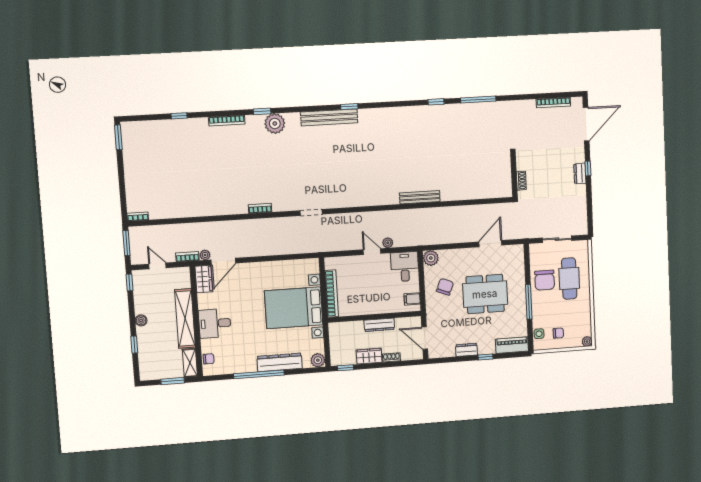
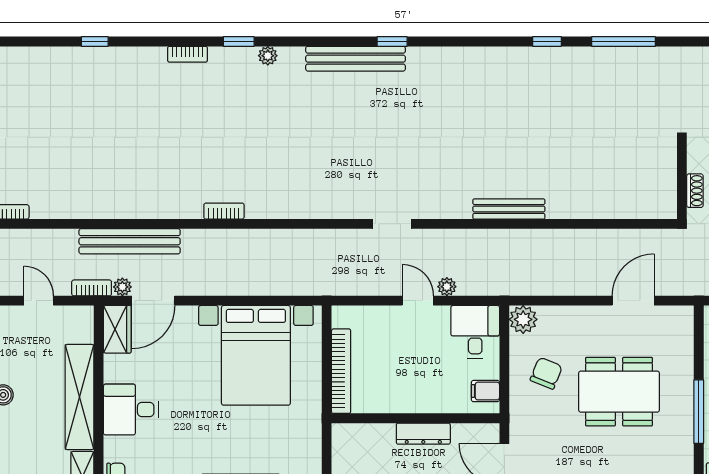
bookcase: (227, 121) -> (187, 54), width x0.64
plant: (275, 124) -> (268, 56), width x0.53, depth x0.53
doorway: (311, 212) -> (392, 224), moved
bench: (207, 229) -> (130, 241), added
bed with nightstands: (294, 308) -> (256, 355), moved, turned -90

